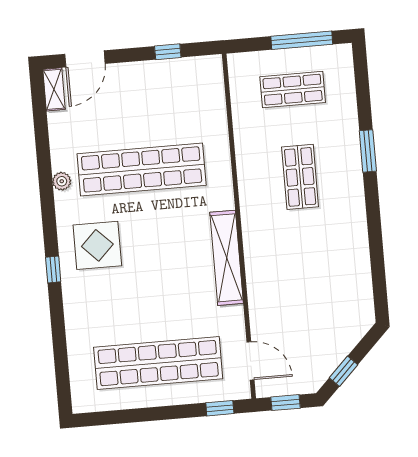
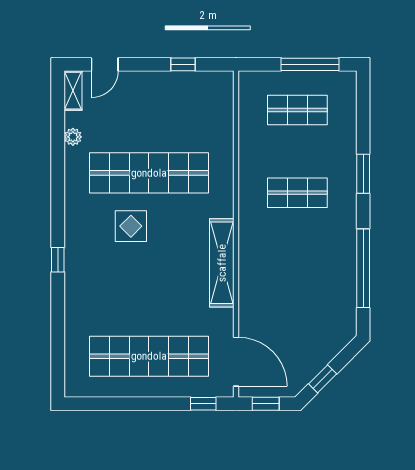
door: (85, 59) -> (105, 64), width x0.73
shop shelf: (300, 177) -> (297, 193), turned 90
plant: (62, 181) -> (73, 137), moved
display table: (97, 245) -> (131, 226), moved, width x0.73, depth x0.73
window: (376, 251) -> (363, 268), added
door: (250, 361) -> (236, 362), width x1.36

